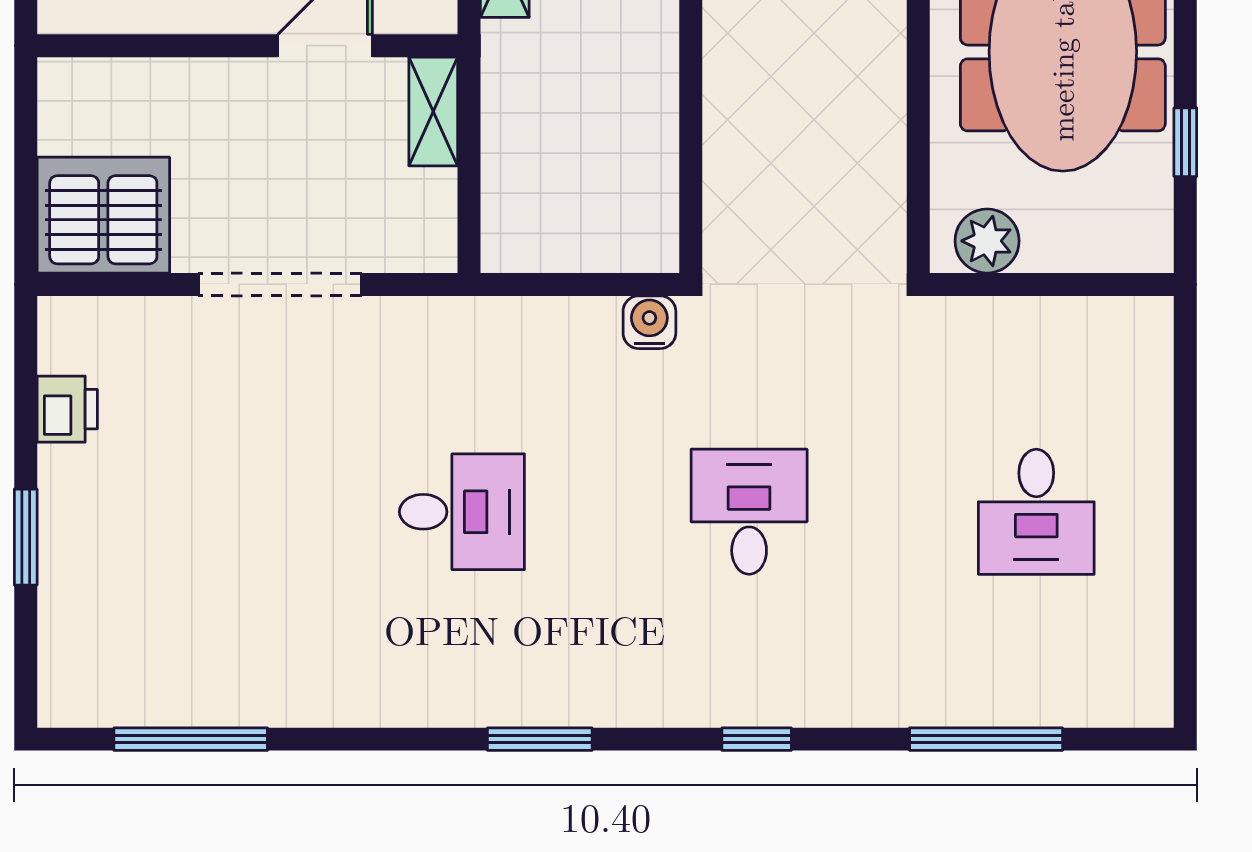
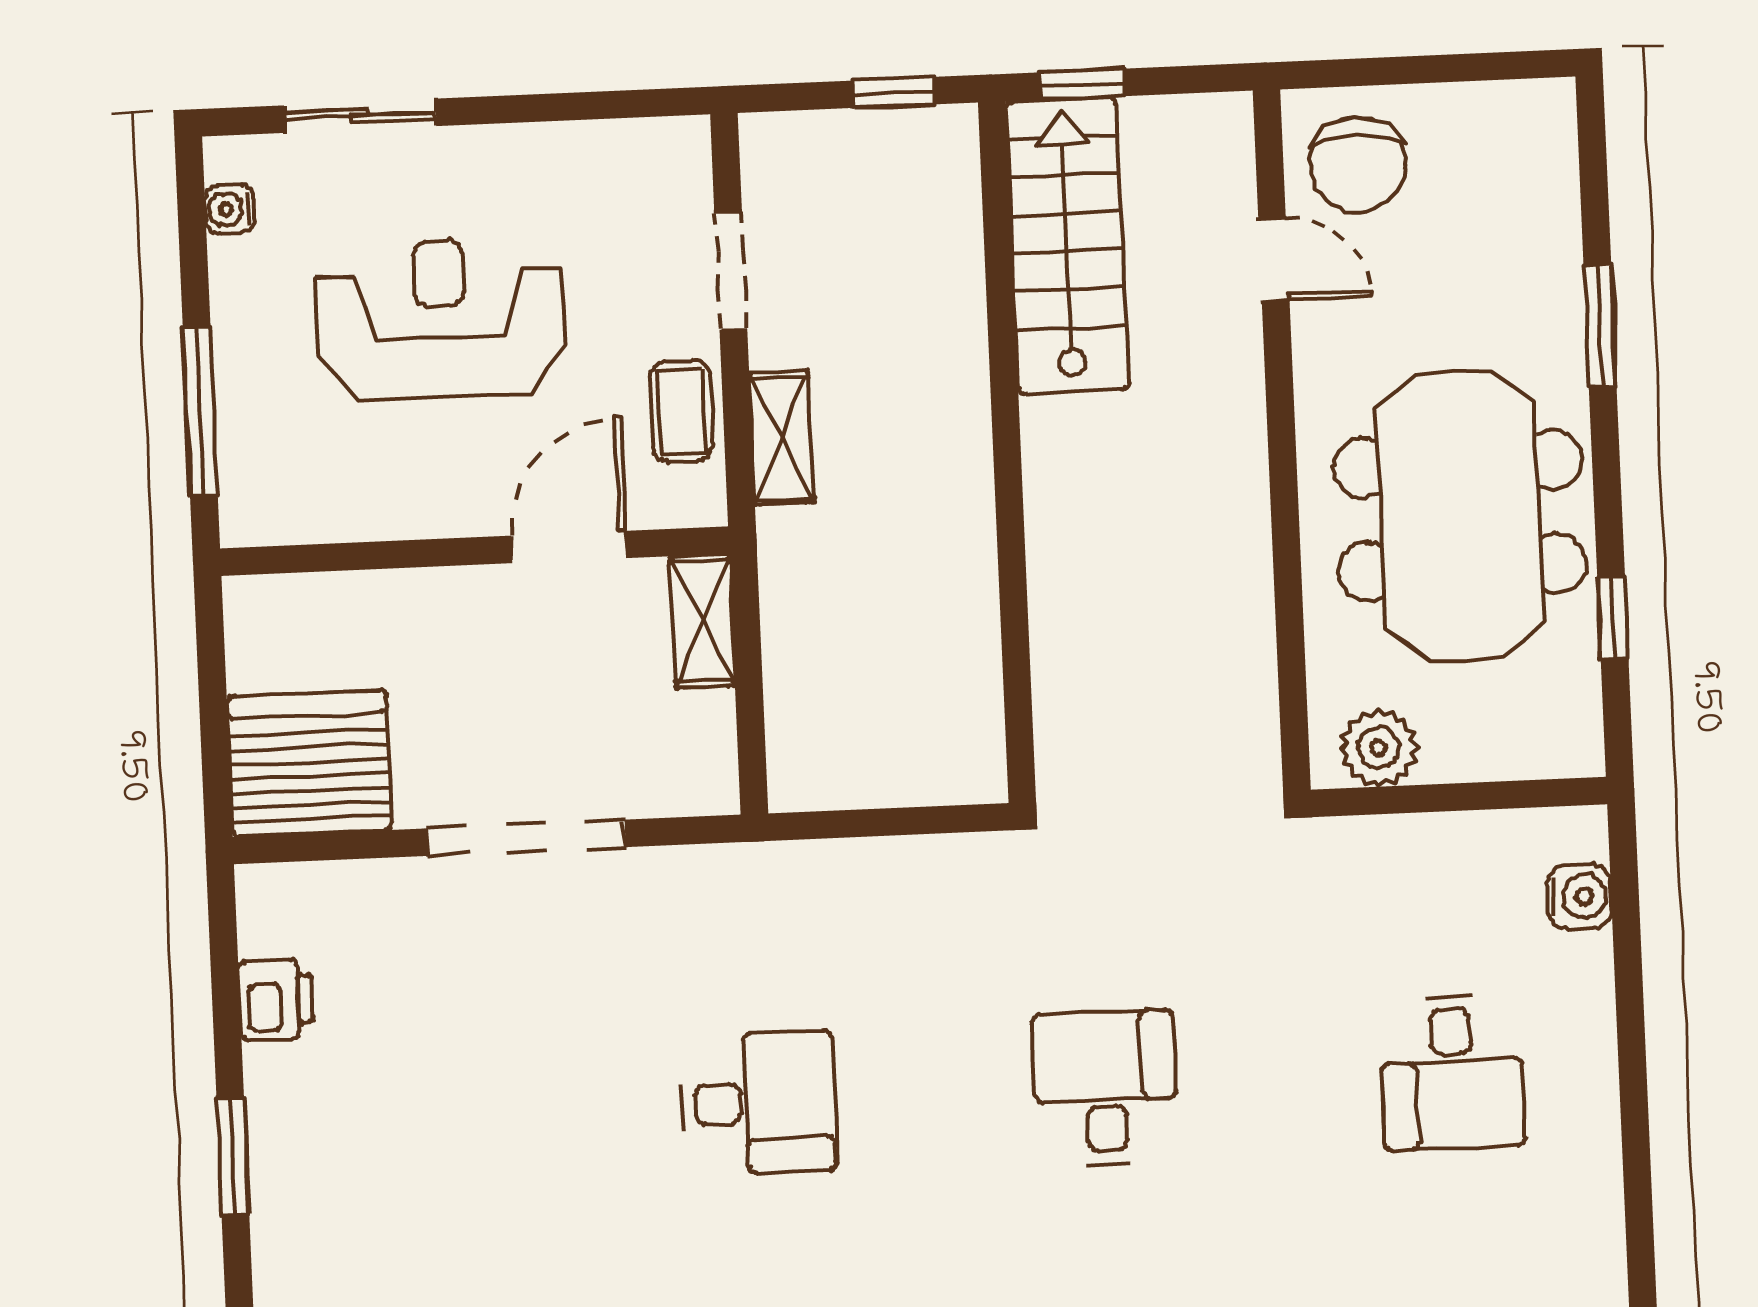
water cooler: (649, 322) -> (1579, 896), moved, turned 90

